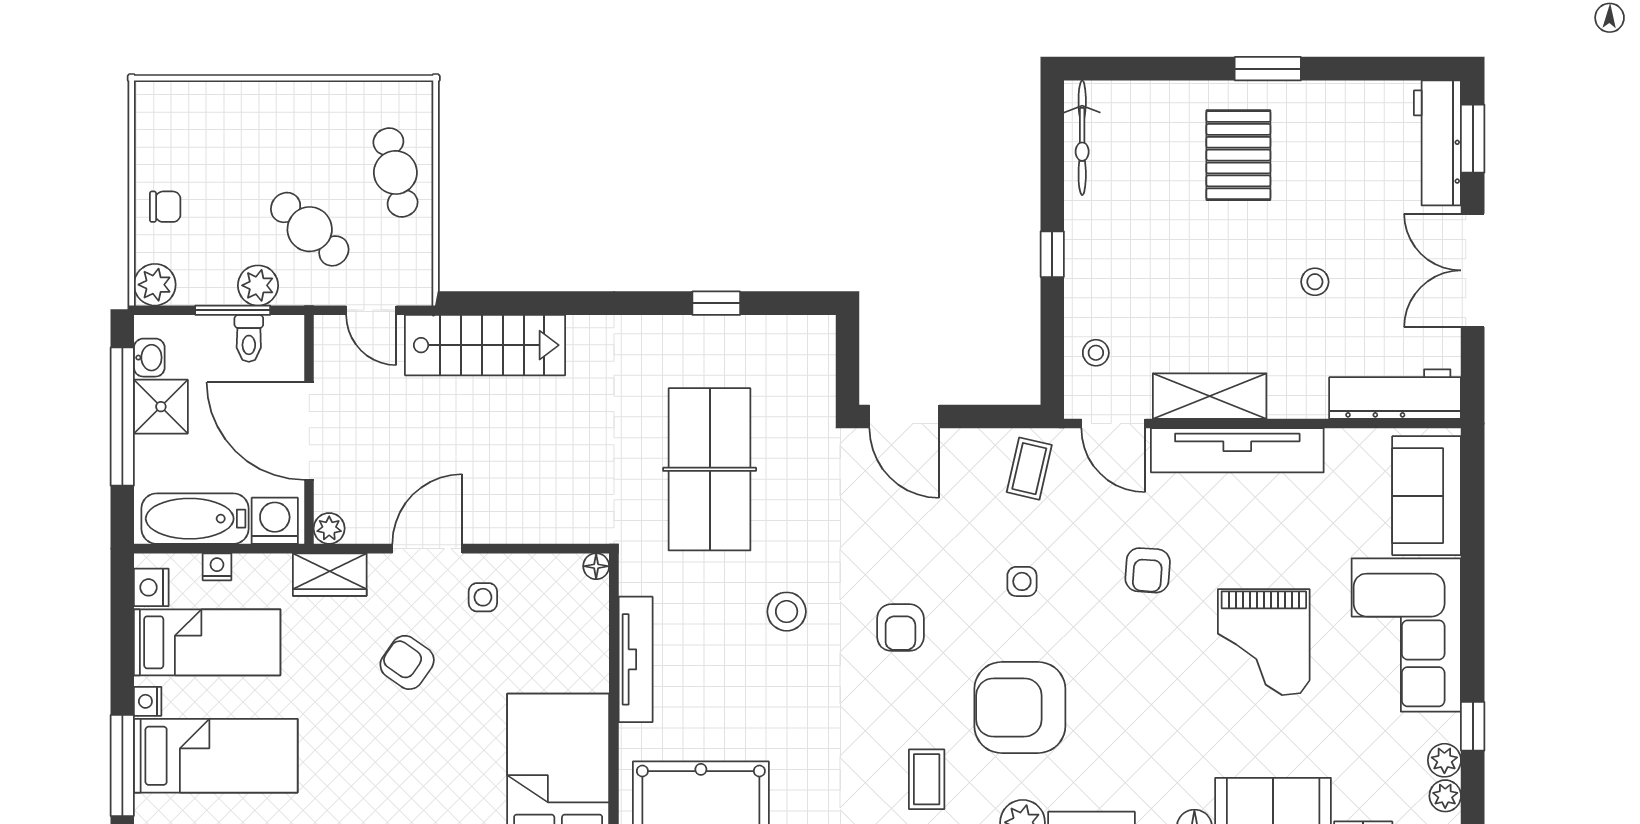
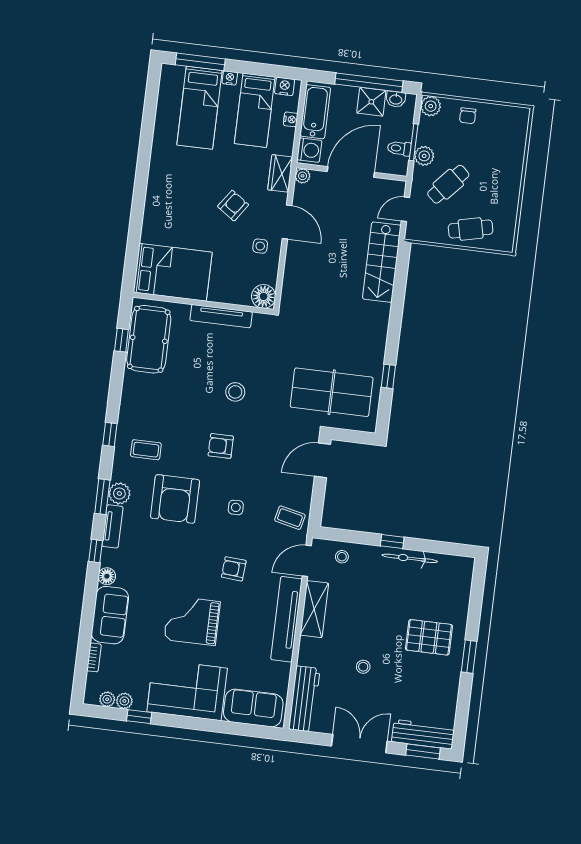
bicycle: (1082, 138) -> (410, 558), moved
table tennis table: (710, 469) -> (332, 392), moved
floor lamp: (596, 566) -> (264, 296), width x1.89, depth x1.89
armchair: (1020, 707) -> (175, 499), turned 180

